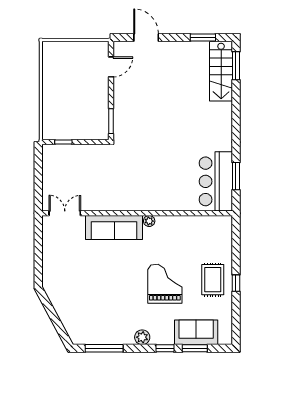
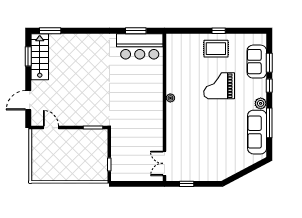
stairs: (221, 71) -> (40, 57), moved, turned -90
sofa: (114, 227) -> (257, 132), moved, turned 180
window: (38, 242) -> (187, 184), added
window: (104, 348) -> (269, 123), moved

